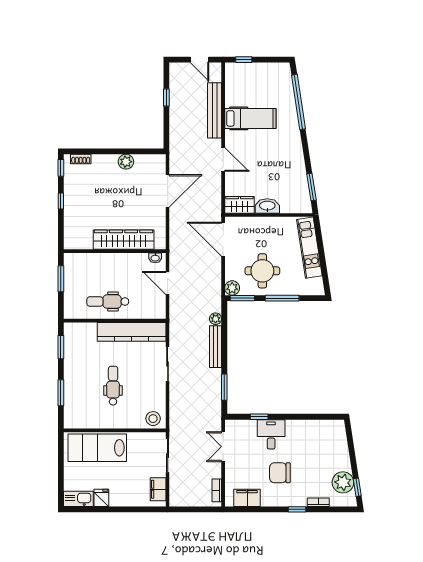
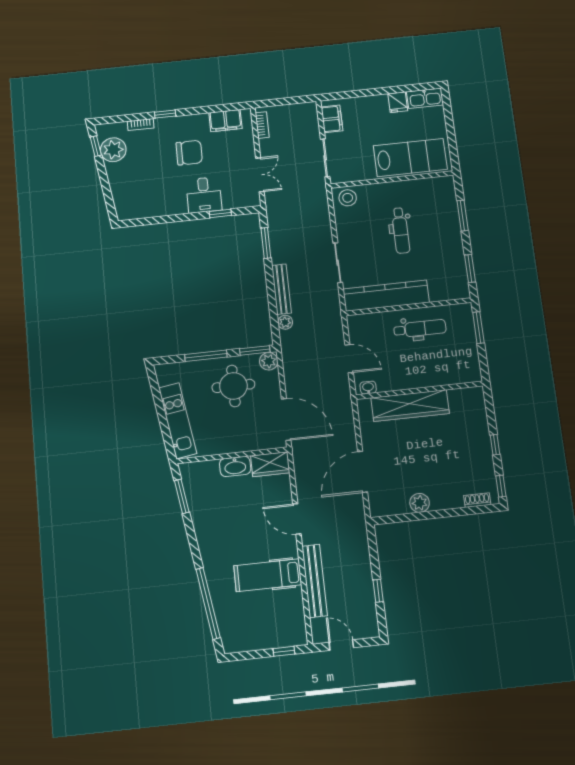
window: (61, 279) -> (478, 328), moved

